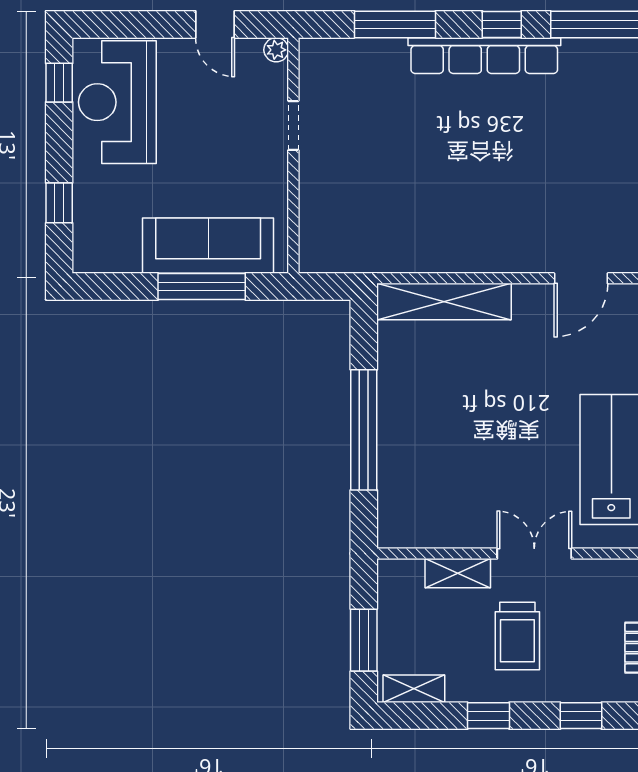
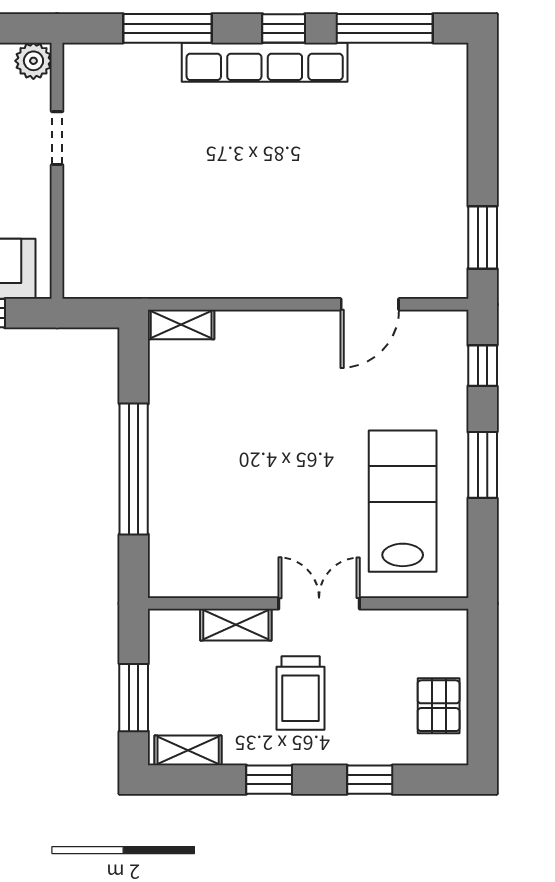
plant: (276, 50) -> (33, 61), width x1.38, depth x1.38
shelving: (444, 302) -> (181, 325), width x0.45, depth x0.75

